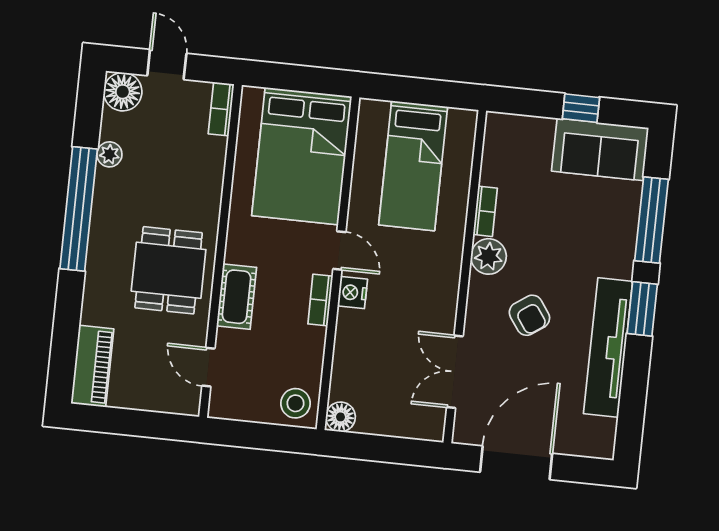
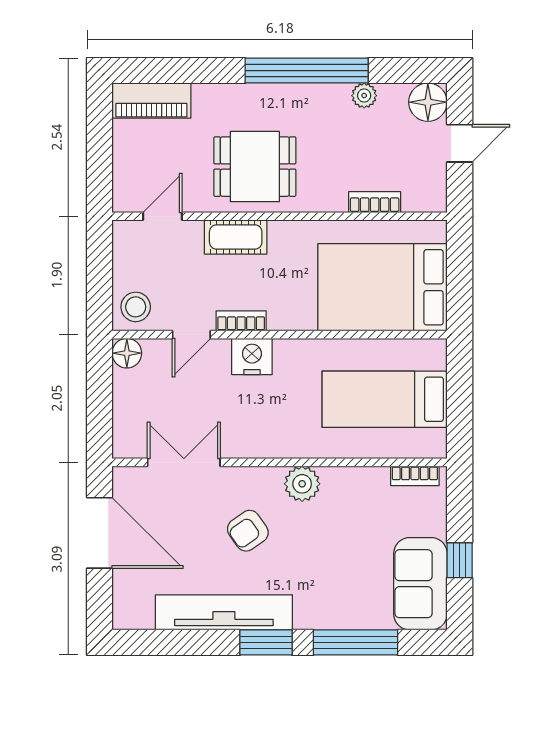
bookcase: (221, 109) -> (375, 202), moved
bookcase: (485, 211) -> (415, 476), moved
door: (339, 250) -> (191, 335), moved
nightstand: (352, 293) -> (252, 356), width x1.36, depth x1.33

